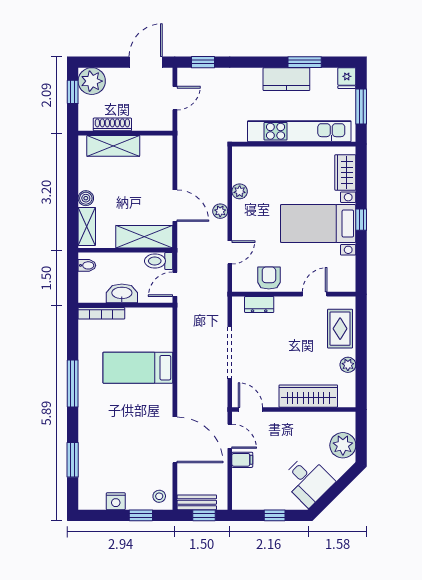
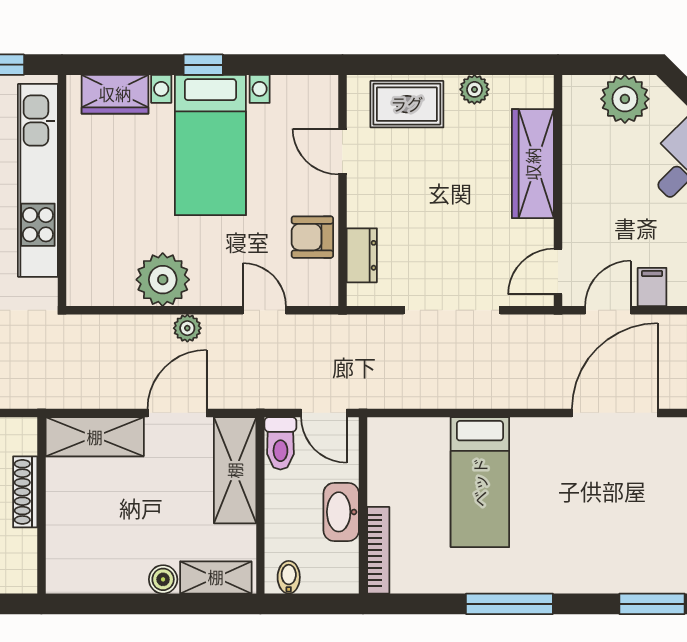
shoe rack: (112, 124) -> (25, 492), moved
shelving: (113, 146) -> (95, 437), moved, turned 90
plant: (240, 191) -> (163, 280), width x1.88, depth x1.88

